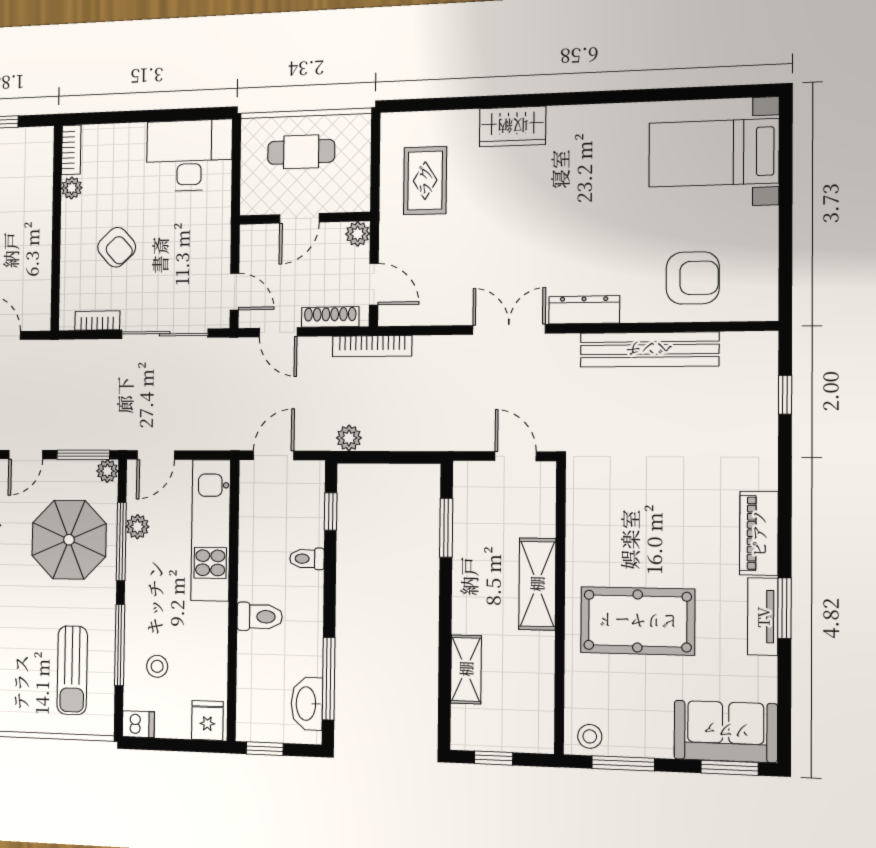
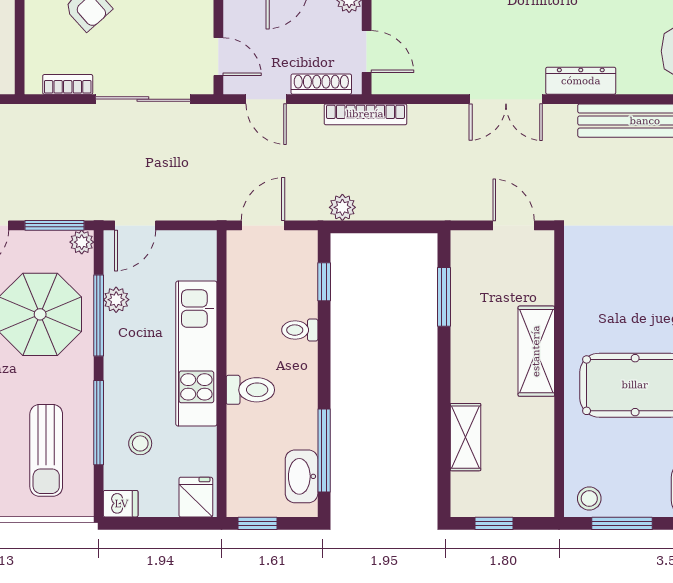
double door: (509, 329) -> (506, 99), swing flipped
kitchen unit: (211, 530) -> (196, 354), moved

